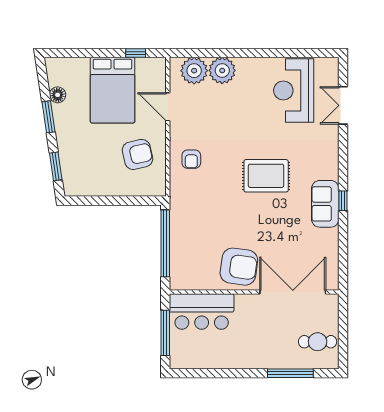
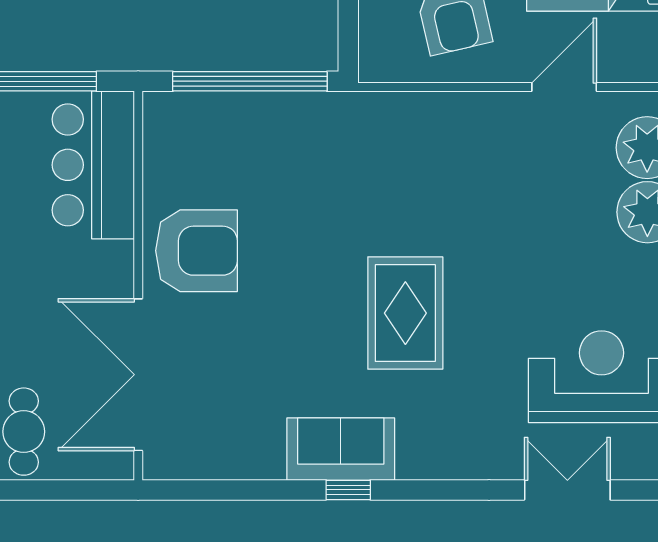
armchair: (191, 159) -> (444, 141), removed
armchair: (239, 267) -> (196, 251), turned -98
double door: (293, 292) -> (138, 375), swing flipped

